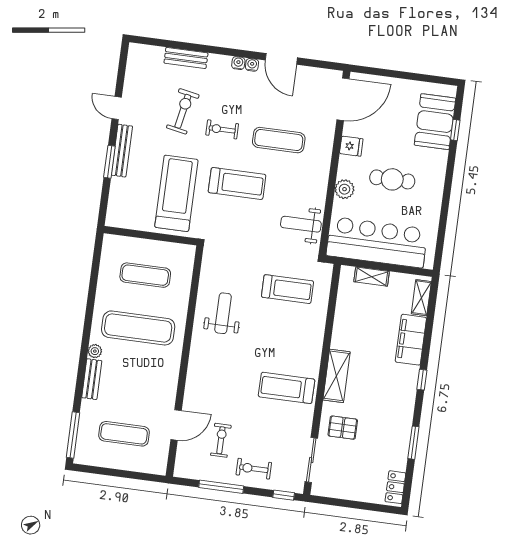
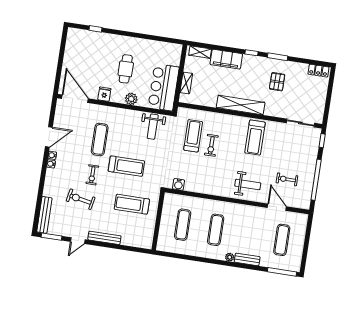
bench: (186, 58) -> (44, 215), moved, width x1.36
booth: (435, 122) -> (90, 41), removed
window: (109, 162) -> (51, 237), moved
treadmill: (237, 183) -> (126, 166), turned 90
treadmill: (176, 193) -> (132, 204), width x0.73, depth x0.73
bar counter: (377, 242) -> (164, 87), width x0.73
water cooler: (209, 267) -> (179, 184), added
weight bench: (223, 313) -> (248, 185), moved, turned 180
exercise mat: (138, 328) -> (216, 230), width x0.73, depth x0.69
shelving: (336, 376) -> (241, 105), width x1.47
pallet: (343, 428) -> (277, 82), moved
window: (413, 443) -> (278, 57), moved
exercise bike: (254, 469) -> (211, 145), moved
window: (221, 487) -> (316, 180), width x1.46

